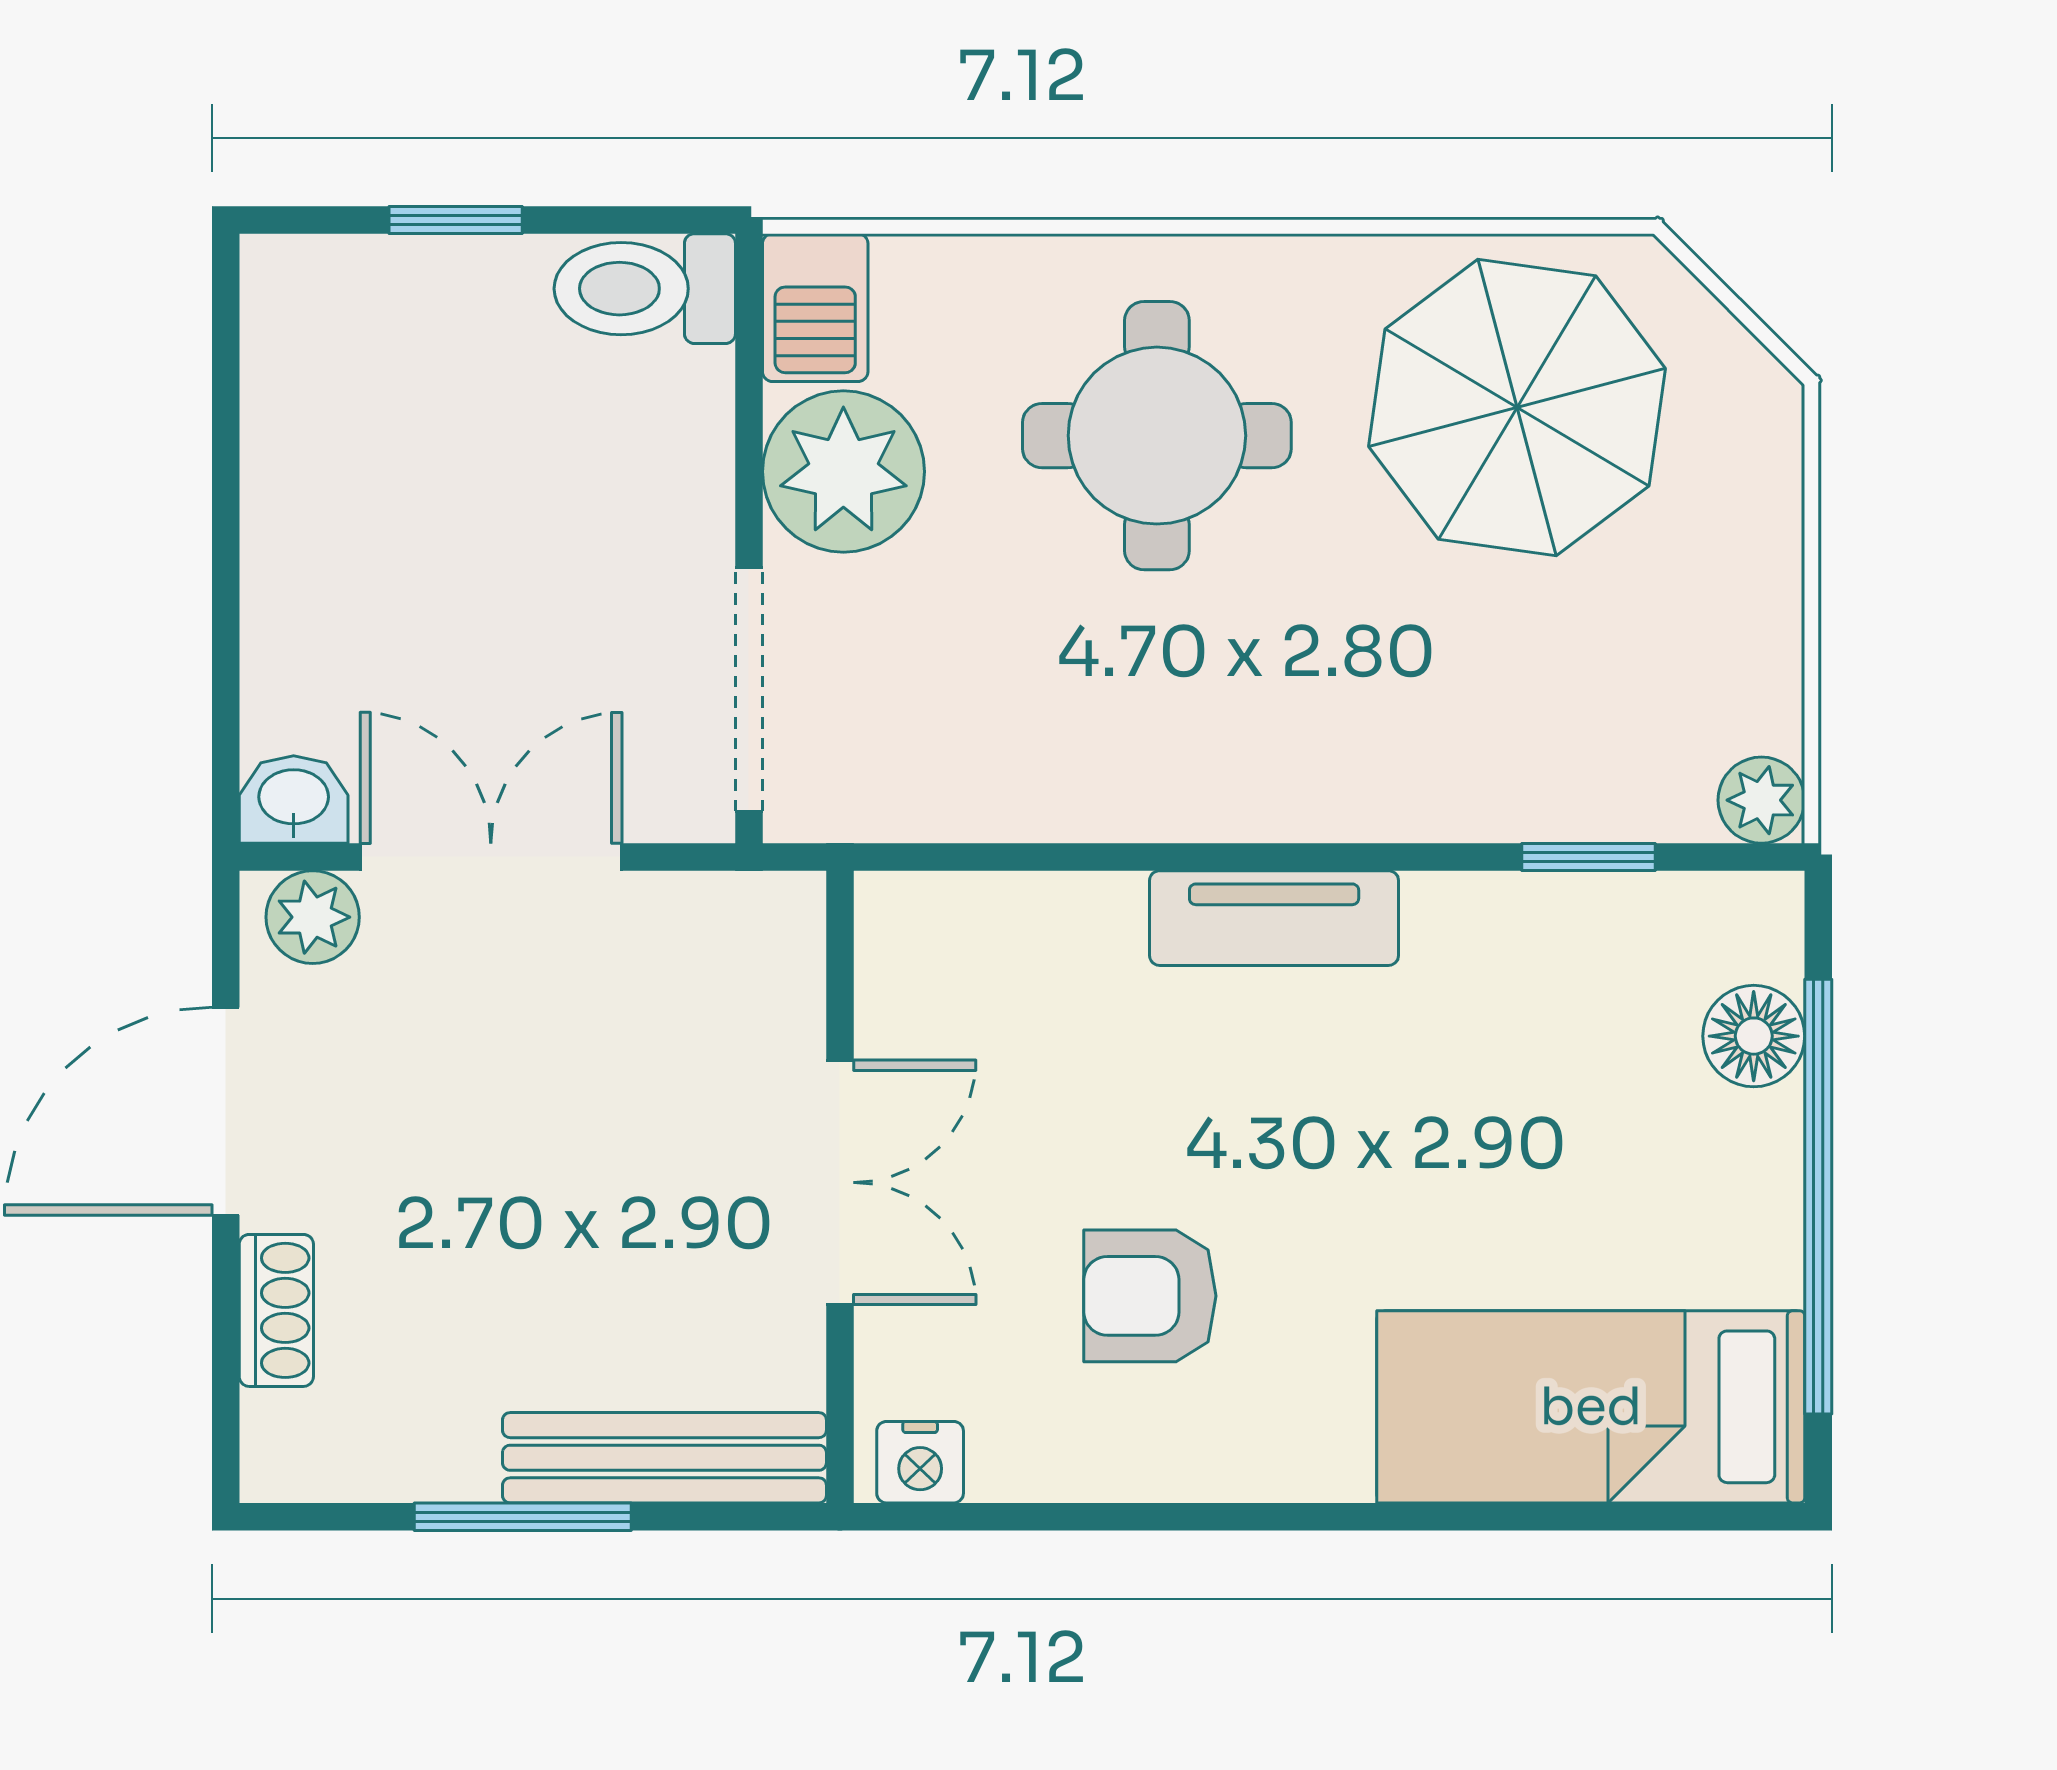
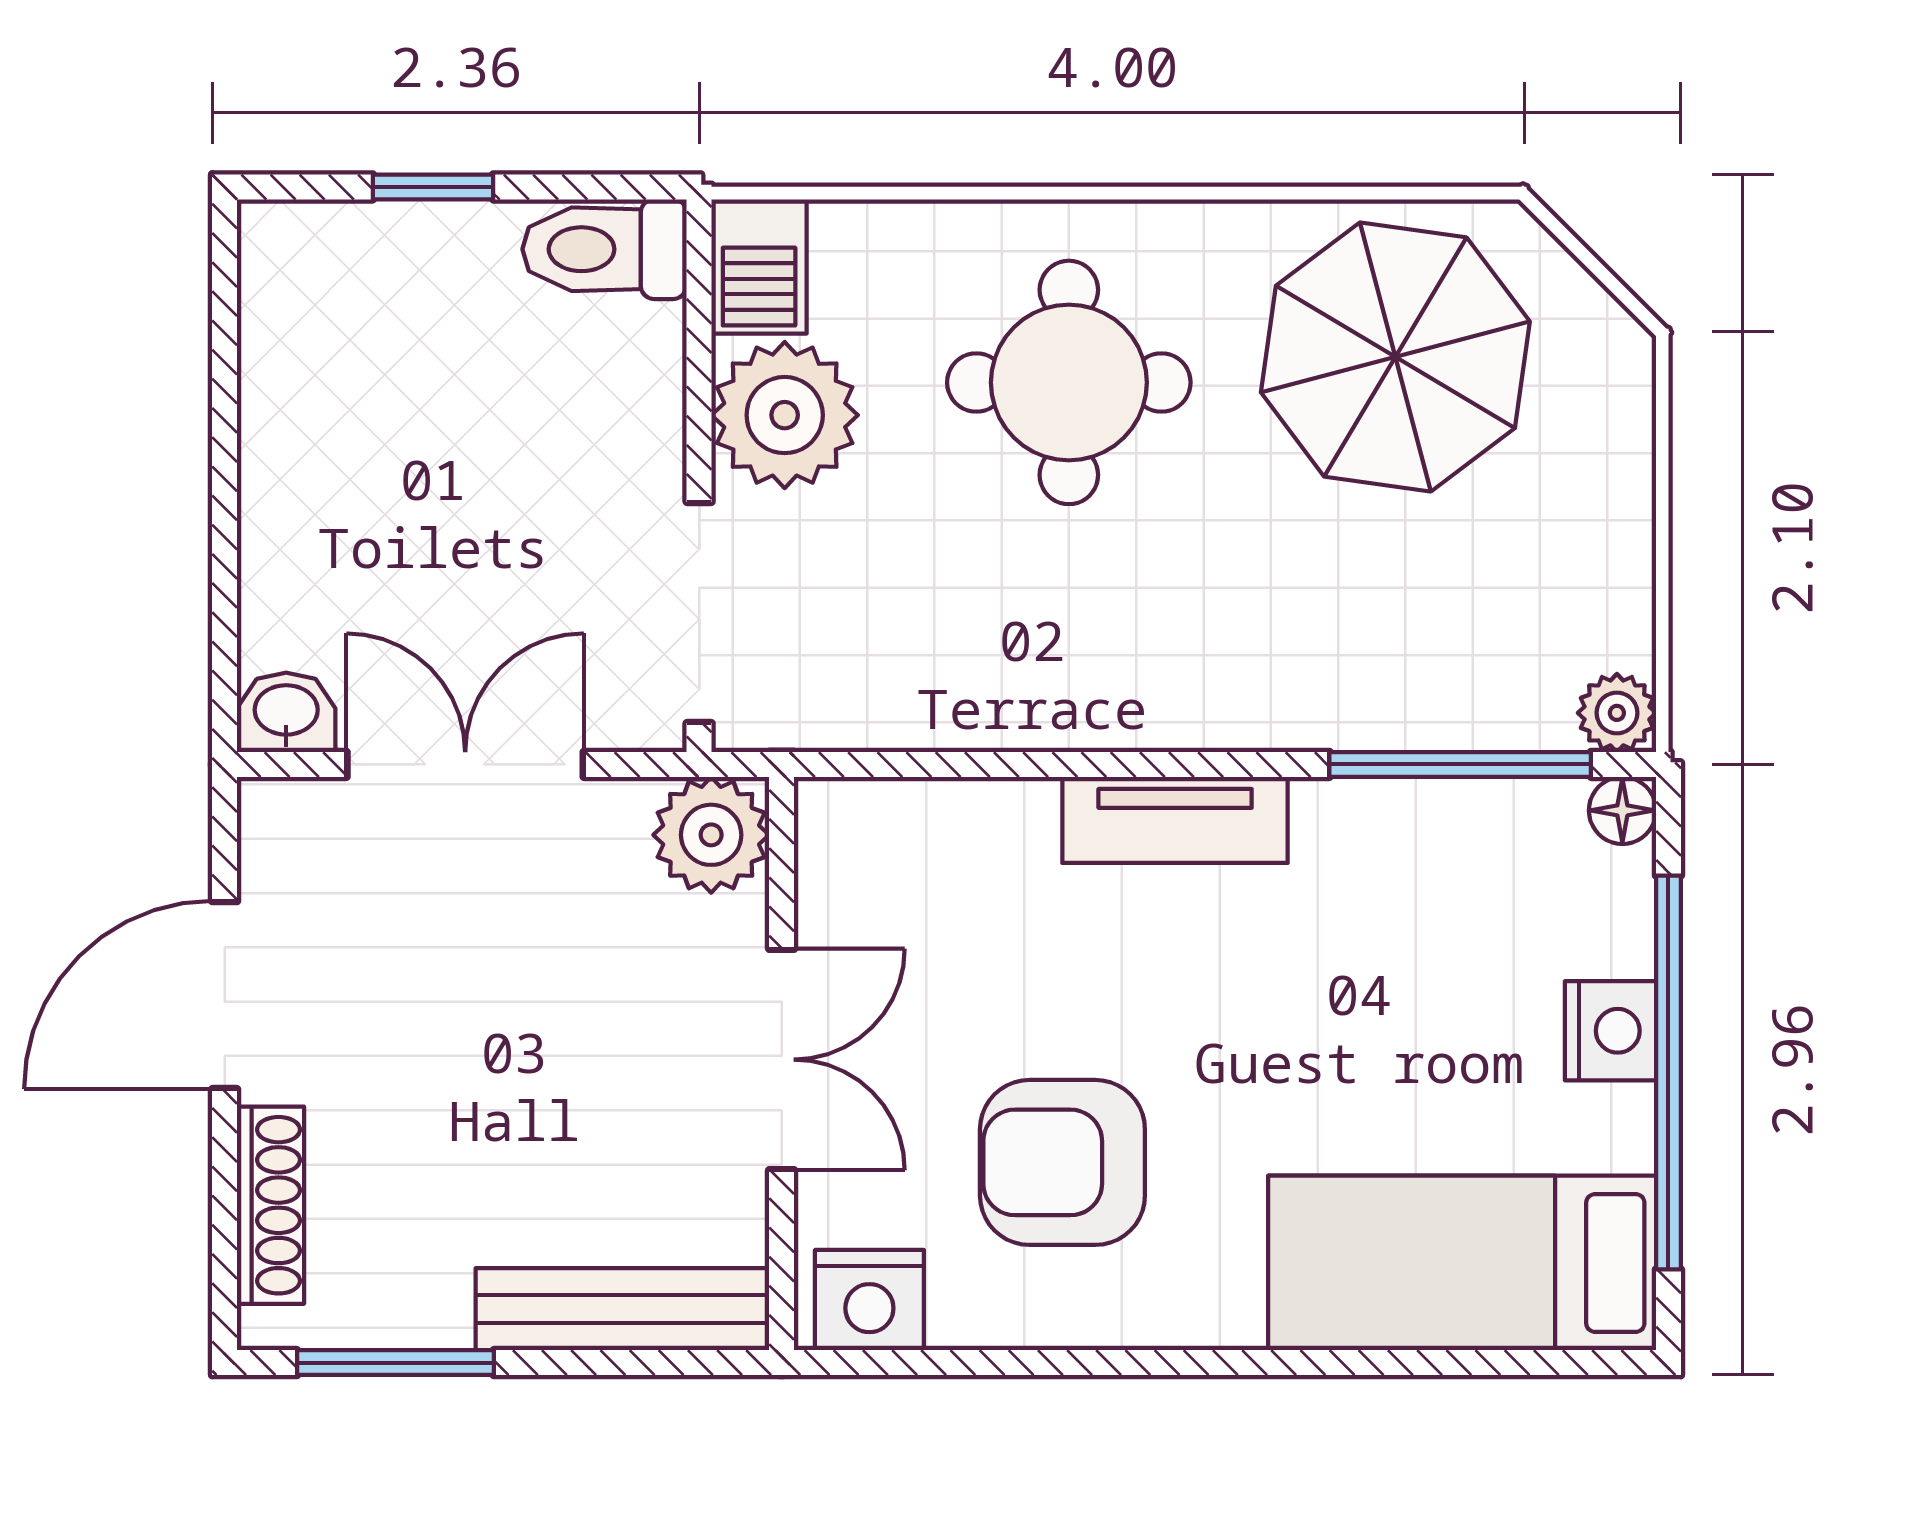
window: (1589, 857) -> (1460, 764), width x2.17
plant: (313, 917) -> (711, 835), moved, width x1.38, depth x1.38
floor lamp: (1754, 1036) -> (1622, 810), moved, width x0.73, depth x0.73
nightstand: (1754, 1151) -> (1610, 1031), added
armchair: (1150, 1296) -> (1062, 1162), width x1.38, depth x1.38
shoe rack: (276, 1310) -> (271, 1205), width x1.43
nightstand: (920, 1462) -> (869, 1300), width x1.39, depth x1.35
window: (523, 1517) -> (395, 1363), moved

